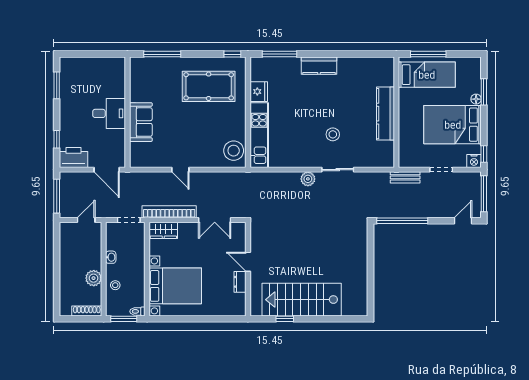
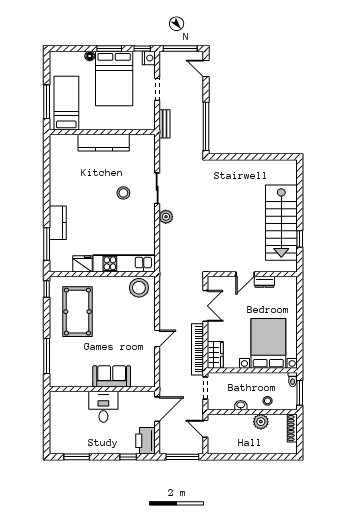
kitchen counter: (319, 66) -> (58, 223), moved
window: (484, 92) -> (109, 48), moved

